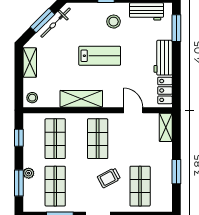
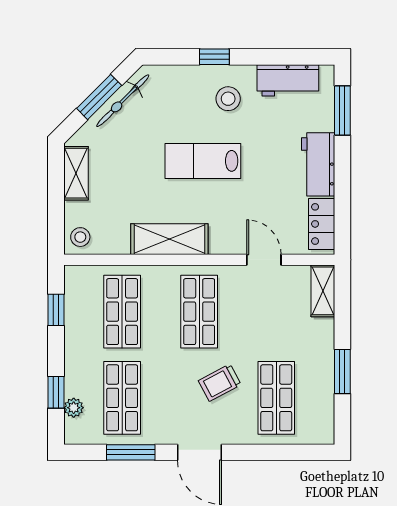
lab bench: (100, 56) -> (203, 161), turned 180
plant: (29, 173) -> (74, 408), moved
window: (19, 183) -> (56, 392), width x0.67

